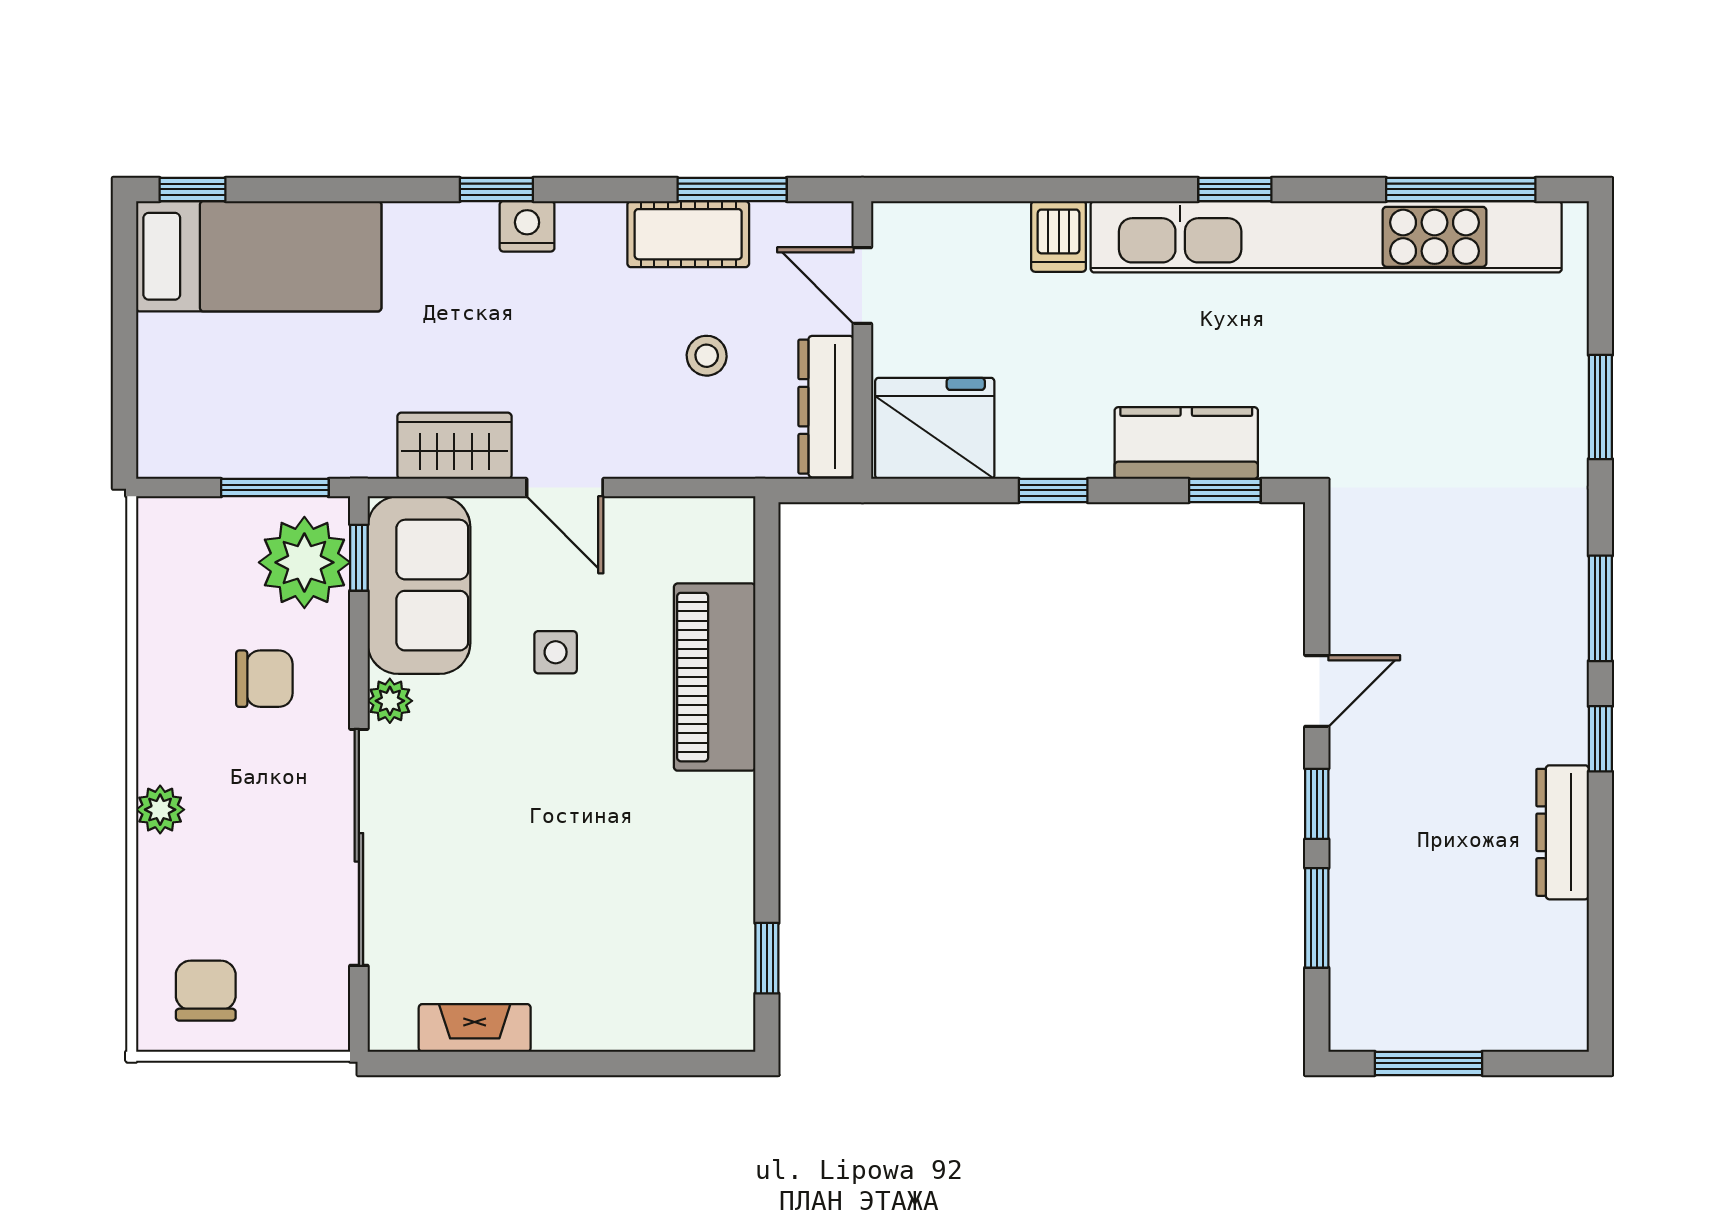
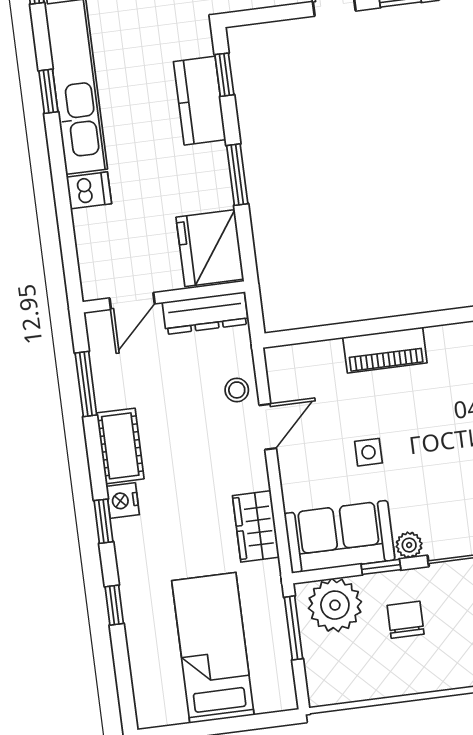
window: (193, 189) -> (114, 605), moved
cot: (688, 234) -> (120, 446), moved
bed: (259, 256) -> (213, 648), moved
stool: (707, 356) -> (237, 390), moved
door: (565, 488) -> (268, 427), moved
window: (1053, 490) -> (237, 175), width x1.50
window: (359, 558) -> (381, 567), moved
piano: (715, 677) -> (385, 350), width x0.73, depth x0.75

